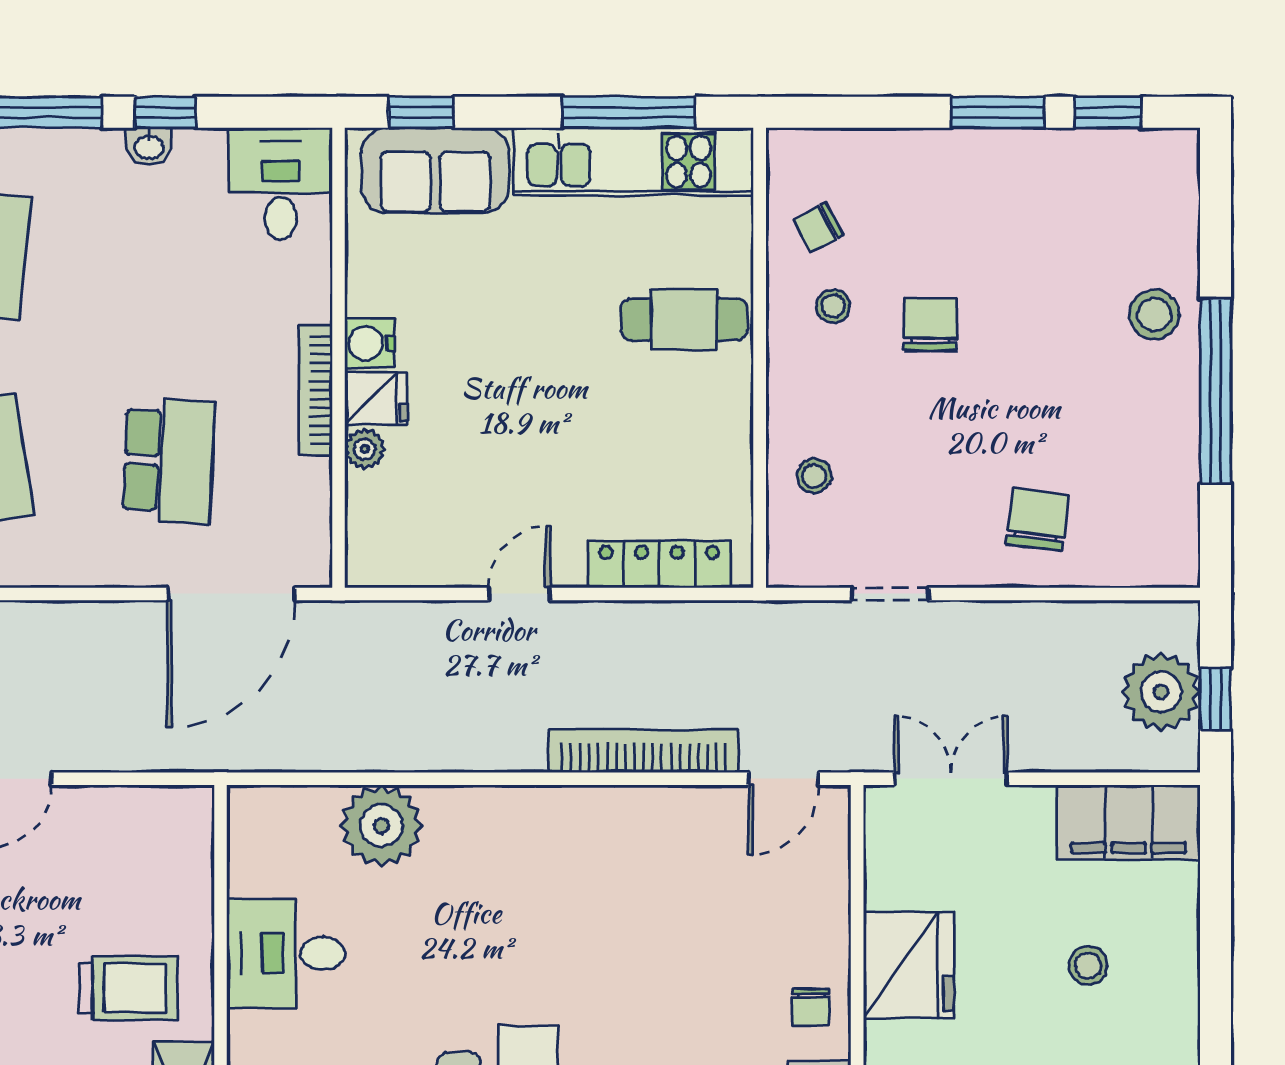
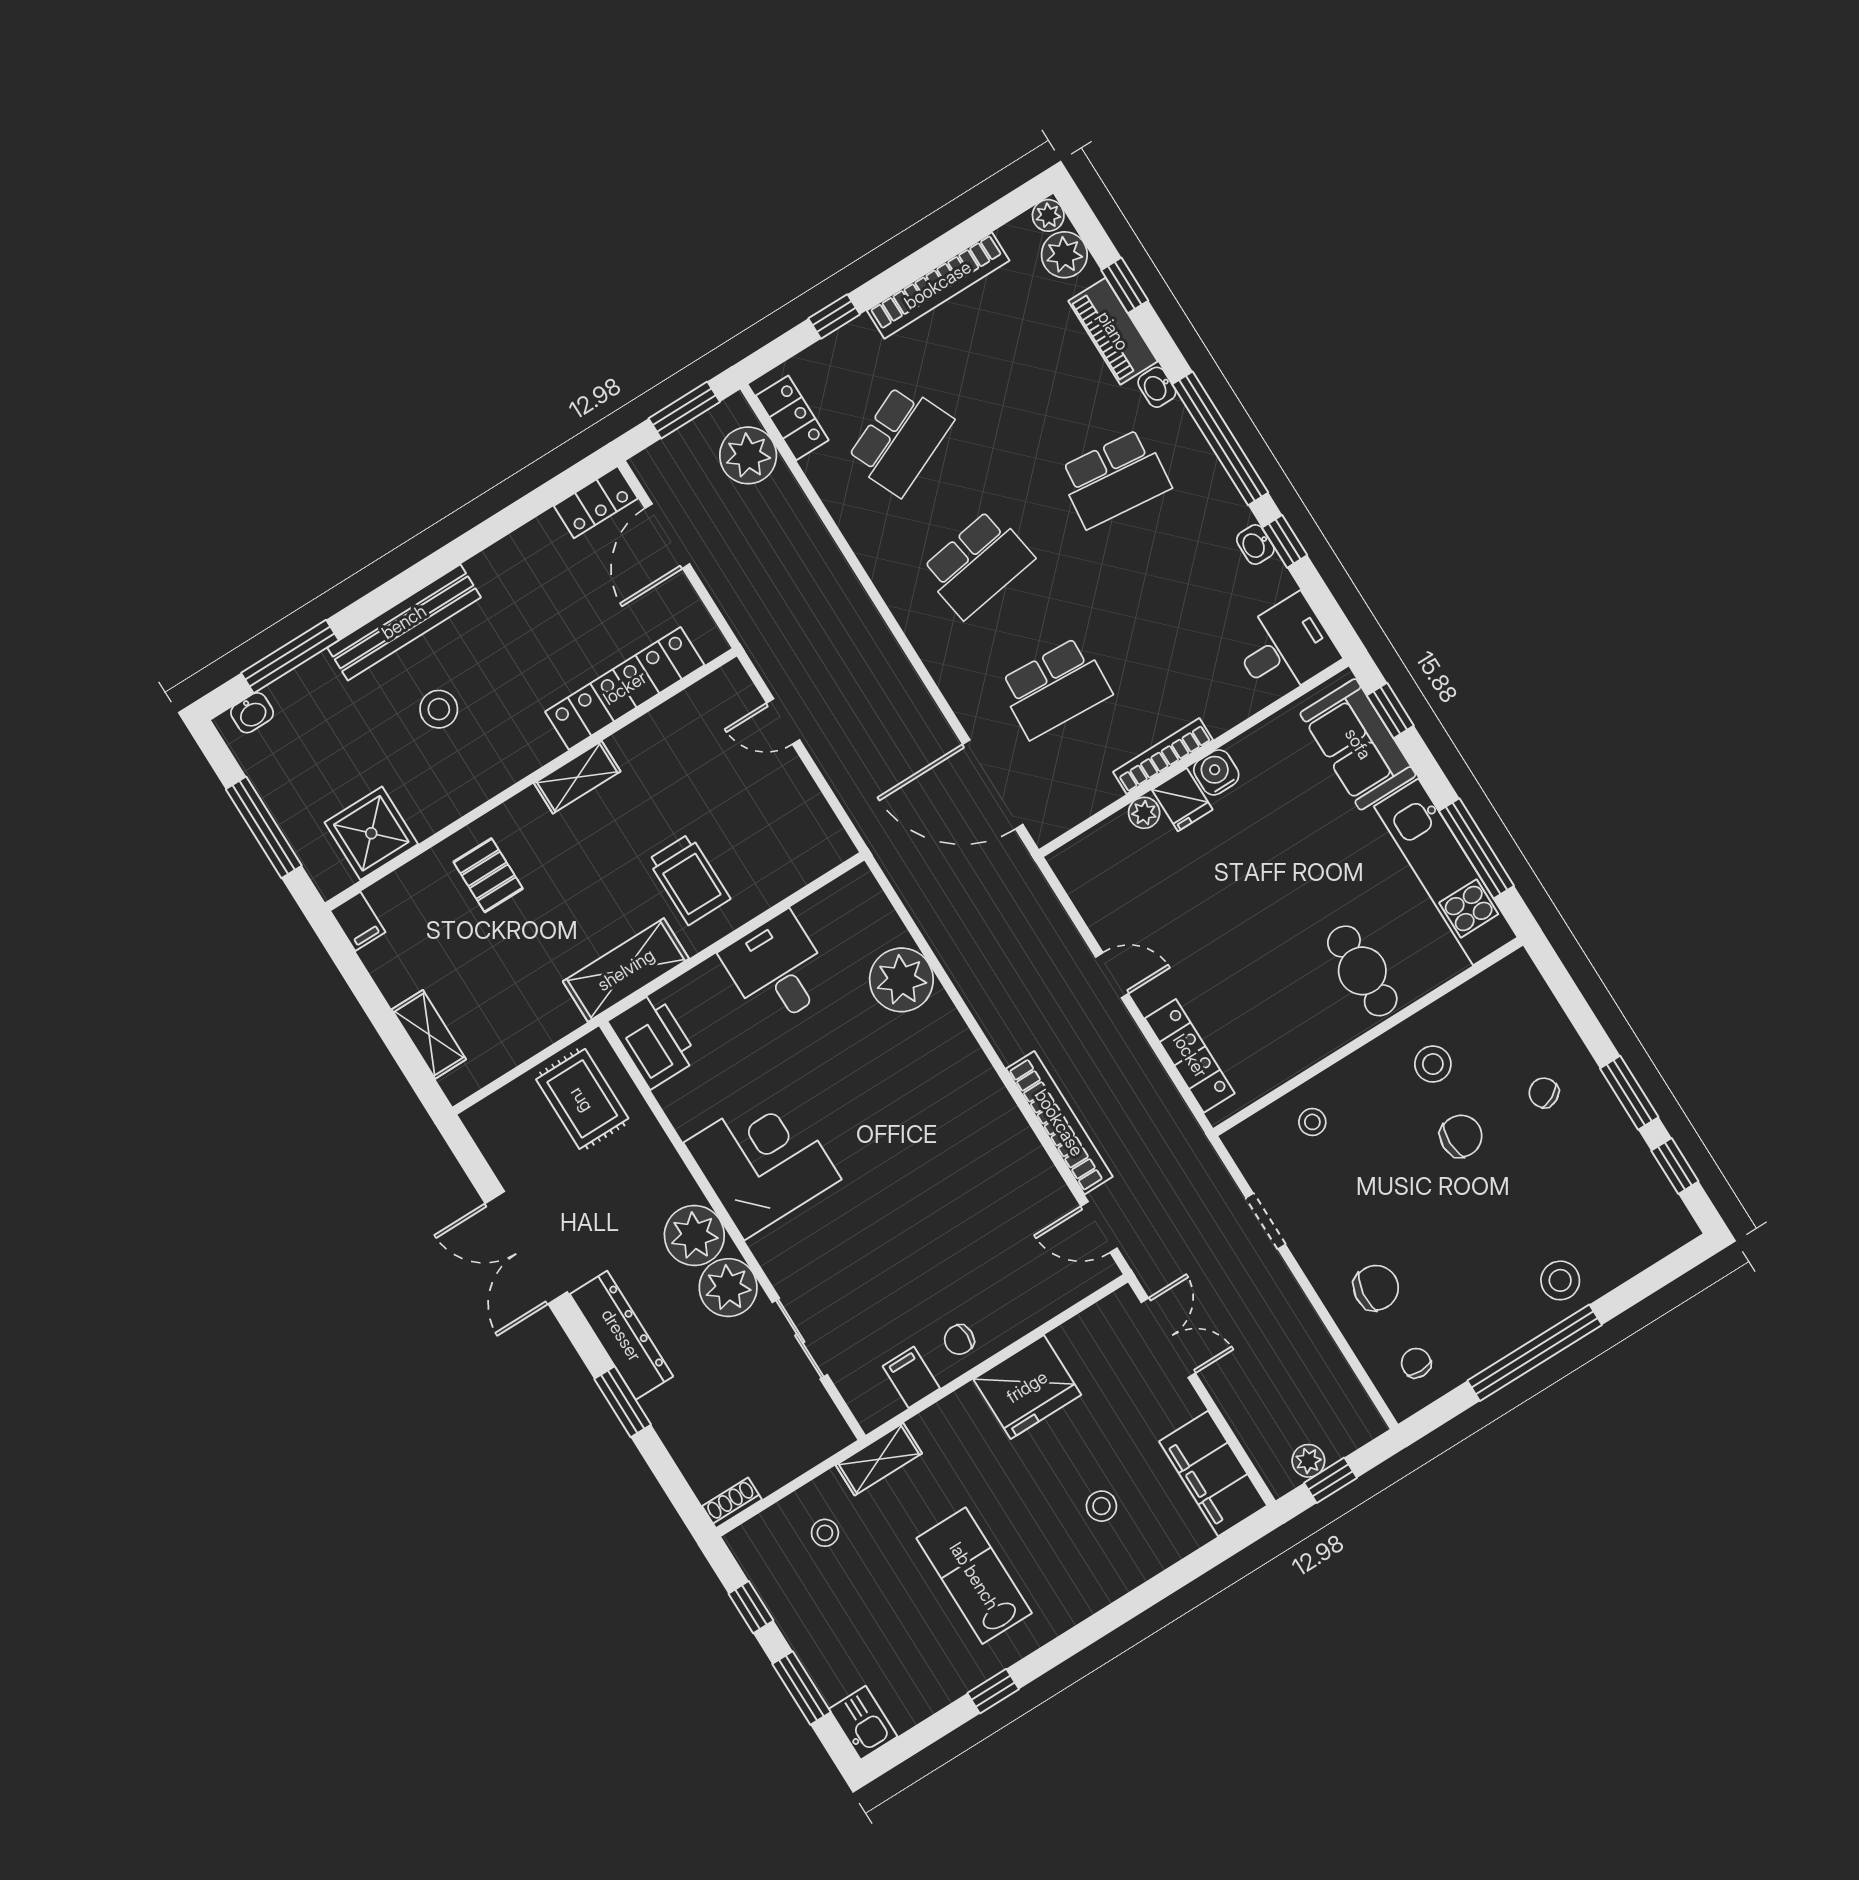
chair: (819, 227) -> (1544, 1093), moved
stool: (833, 306) -> (1433, 1064), width x1.37, depth x1.37
chair: (1146, 527) -> (1416, 1363), added
plant: (1161, 692) -> (1308, 1461), width x0.53, depth x0.53

